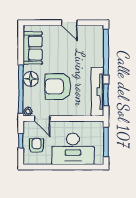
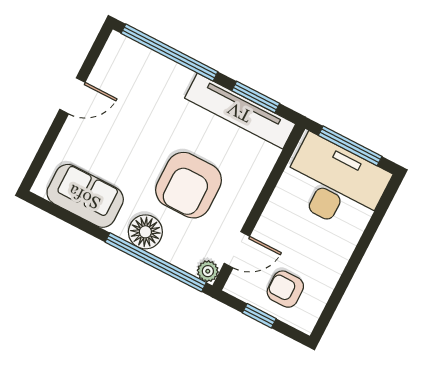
desk: (73, 149) -> (335, 184), moved, turned -90

